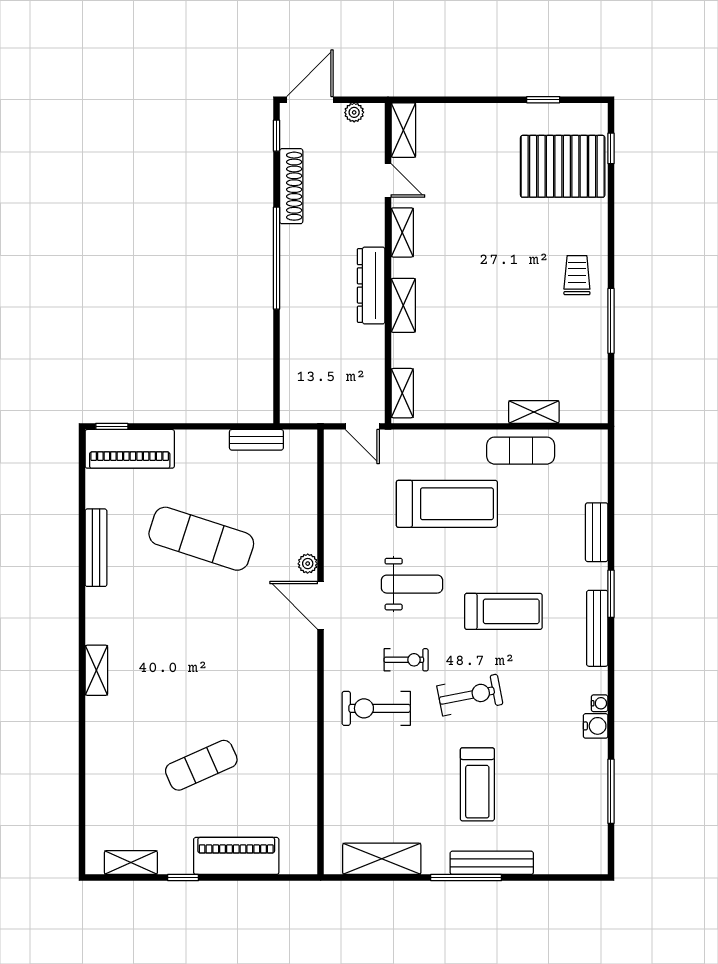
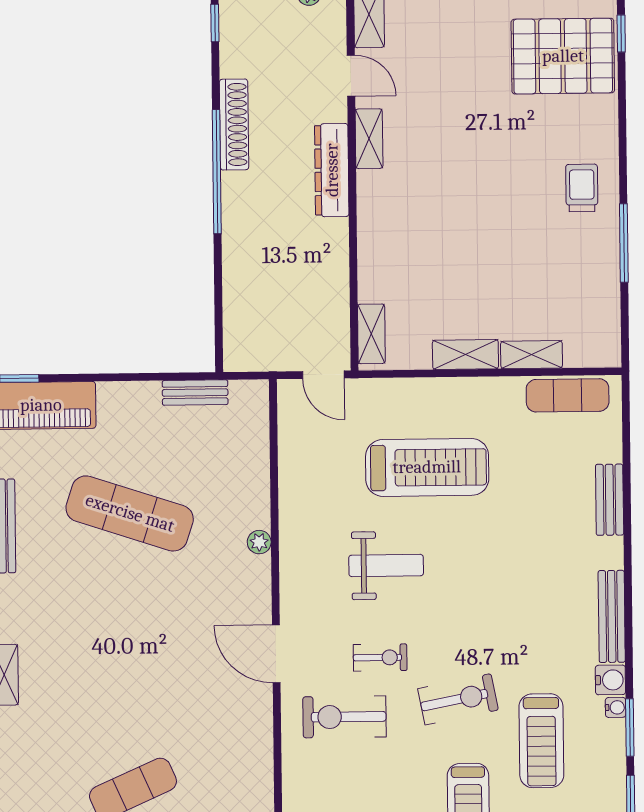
shoe rack: (291, 186) -> (234, 124), moved
dresser: (371, 285) -> (332, 170), moved
shelving: (403, 305) -> (465, 354), moved, turned 90
exercise mat: (521, 451) -> (568, 395), moved
window: (611, 594) -> (630, 727), moved
door: (321, 605) -> (276, 654), moved
treadmill: (503, 611) -> (541, 741), moved, turned 90
water cooler: (596, 726) -> (610, 680), moved

